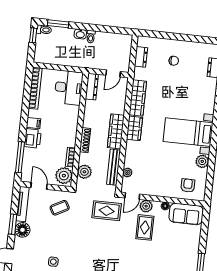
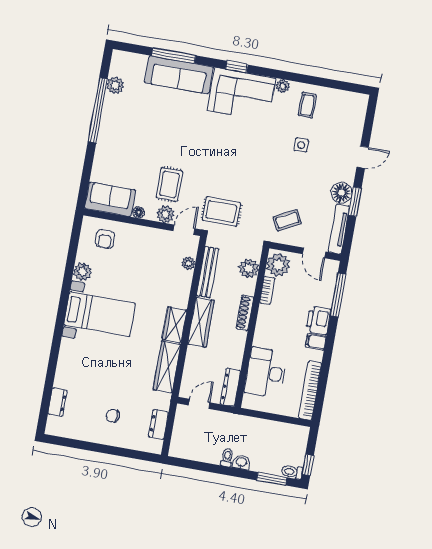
desk: (69, 88) -> (266, 373), moved

